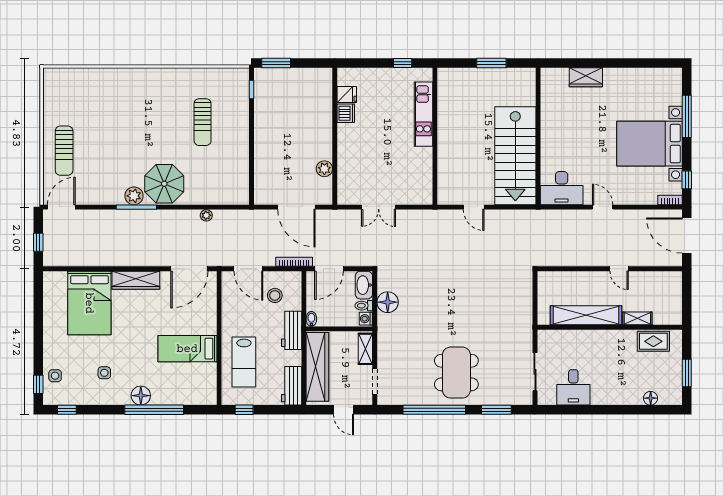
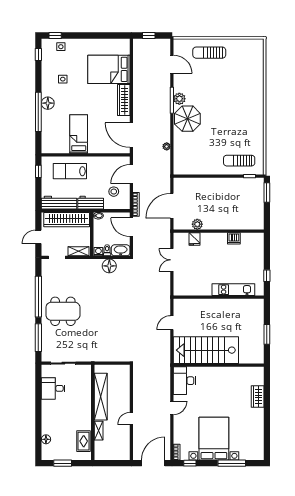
fridge: (347, 95) -> (194, 239), moved
sun lounger: (203, 122) -> (239, 161), moved
door: (61, 207) -> (172, 64), moved
workbench: (292, 386) -> (59, 203), width x1.38
window: (496, 410) -> (38, 338), width x1.44

